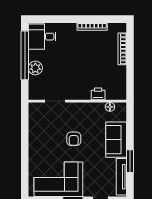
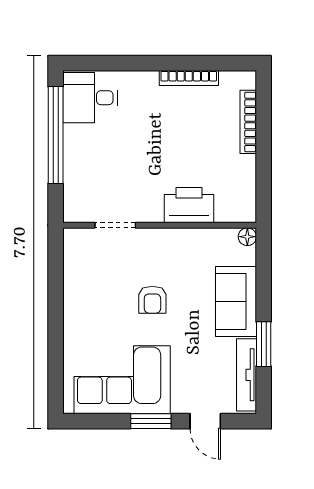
plant: (35, 68) -> (77, 160), removed
printer: (98, 94) -> (189, 205), width x1.87, depth x1.48
floor lamp: (110, 107) -> (247, 237), moved

